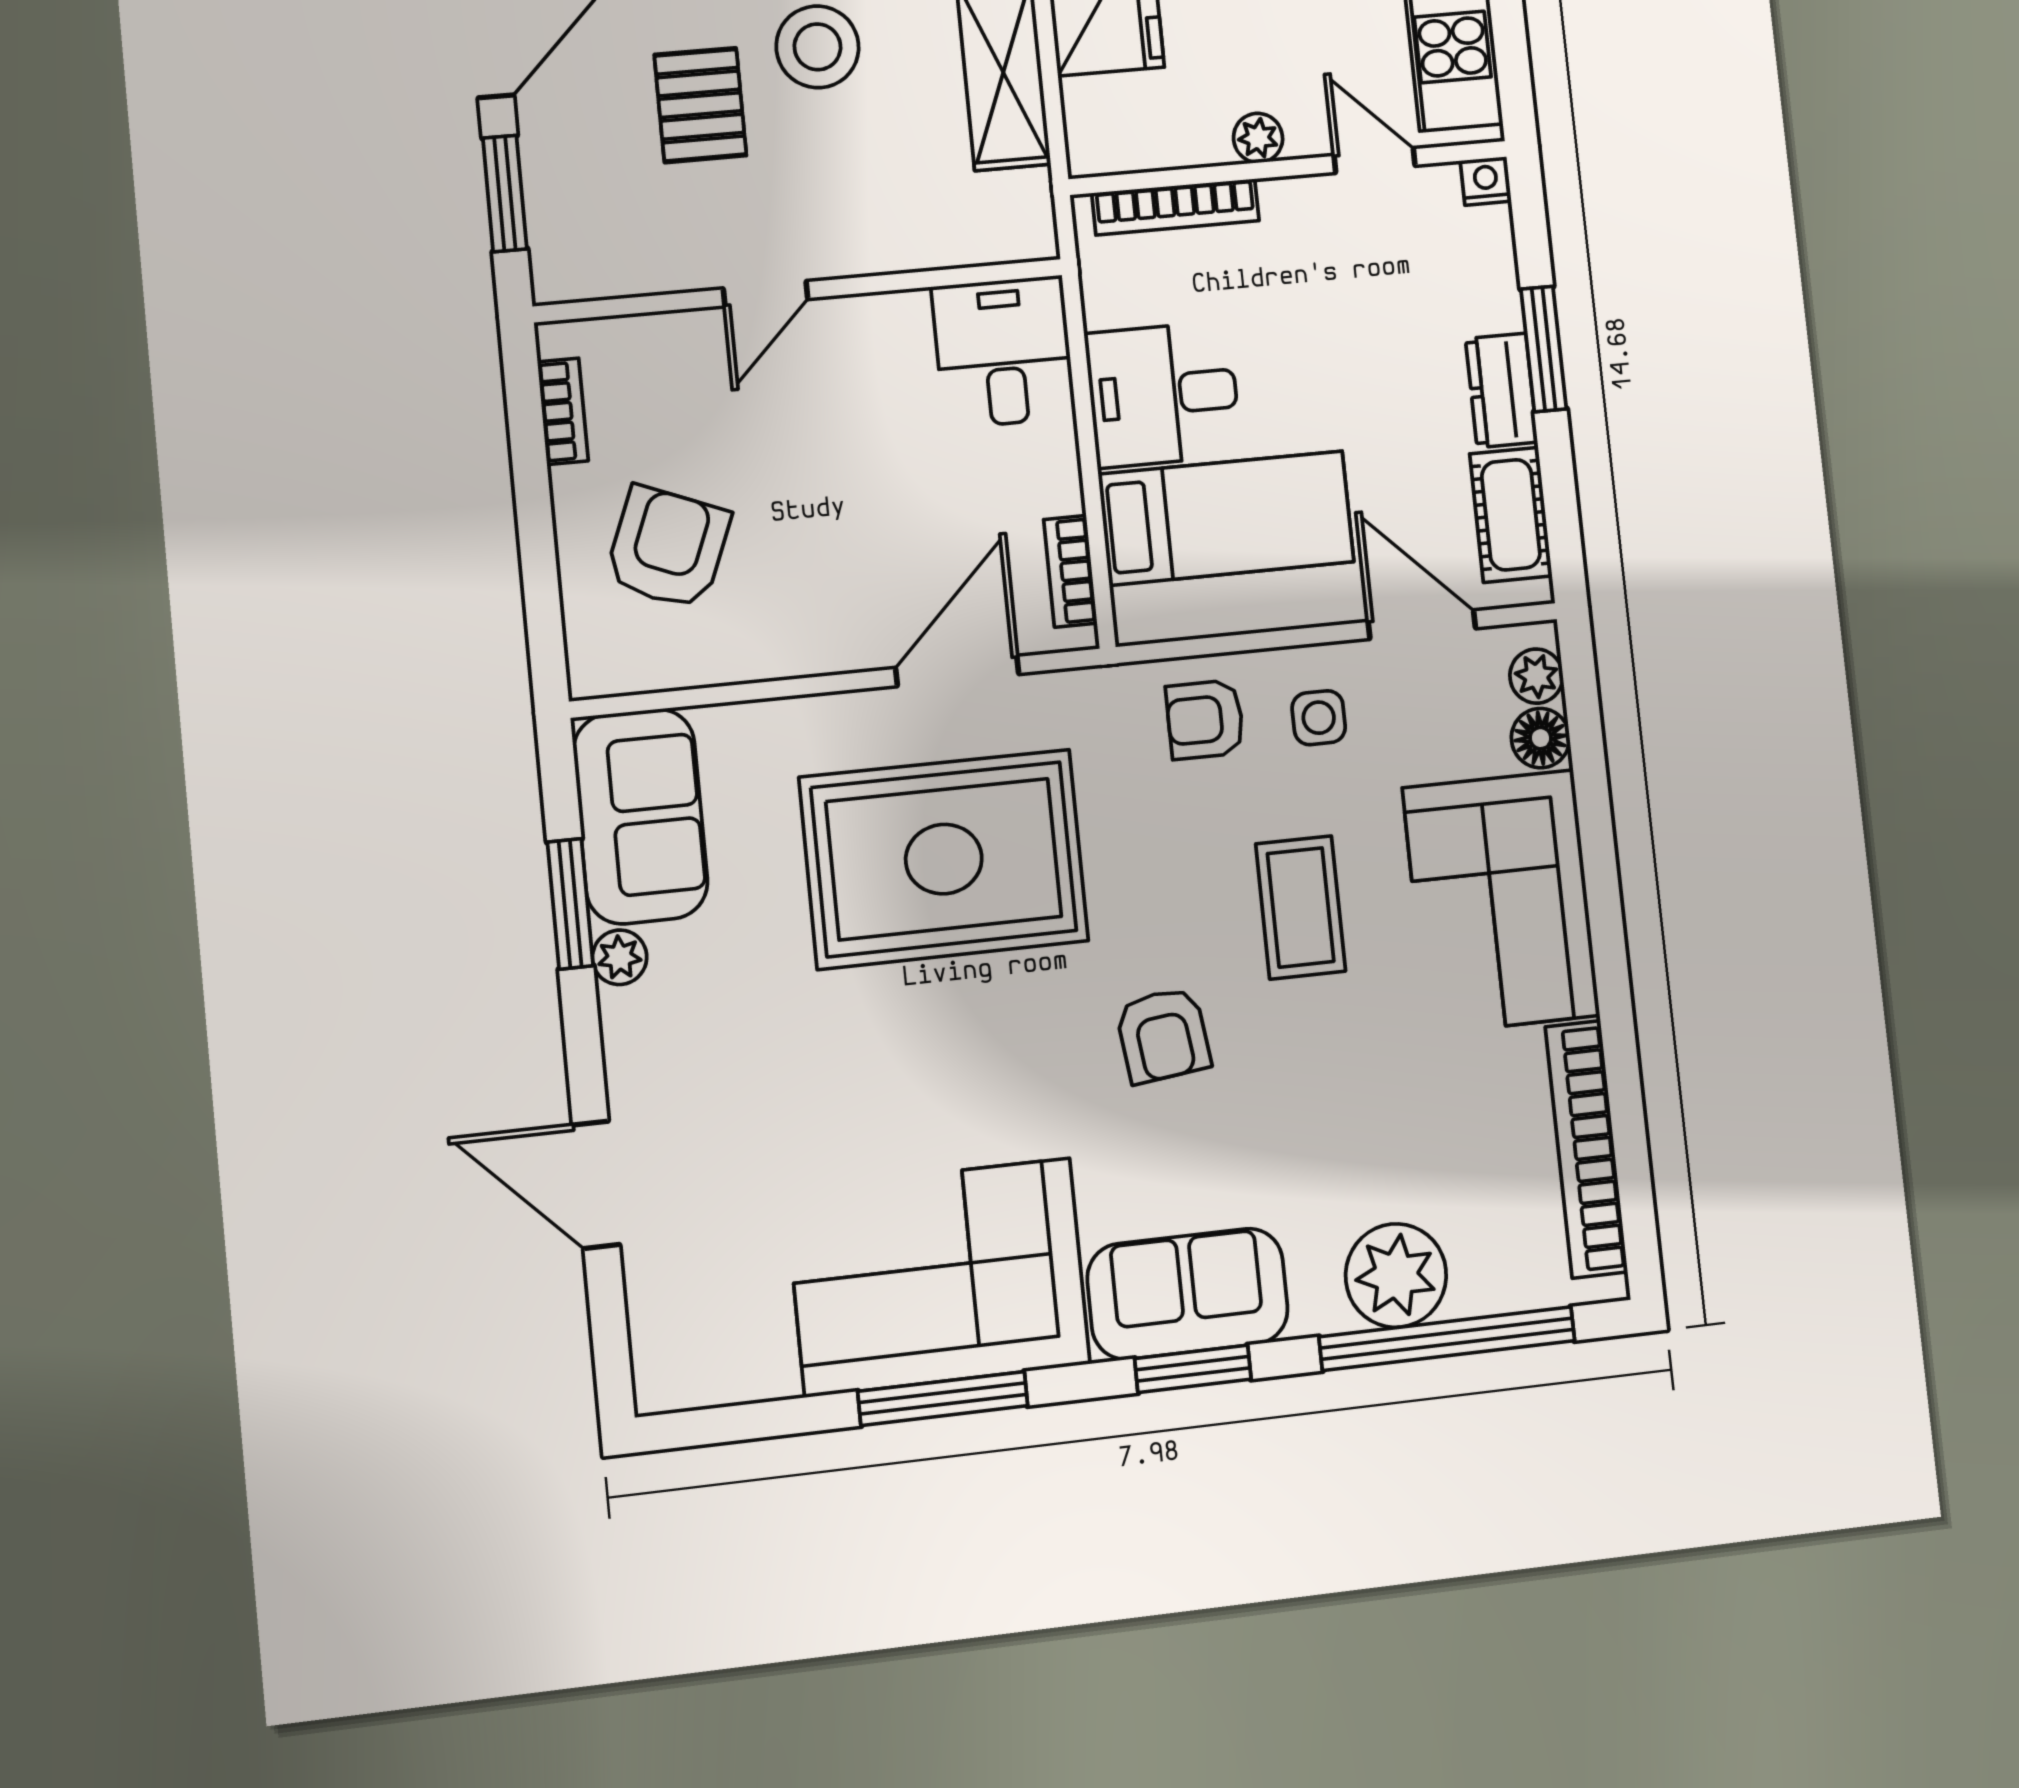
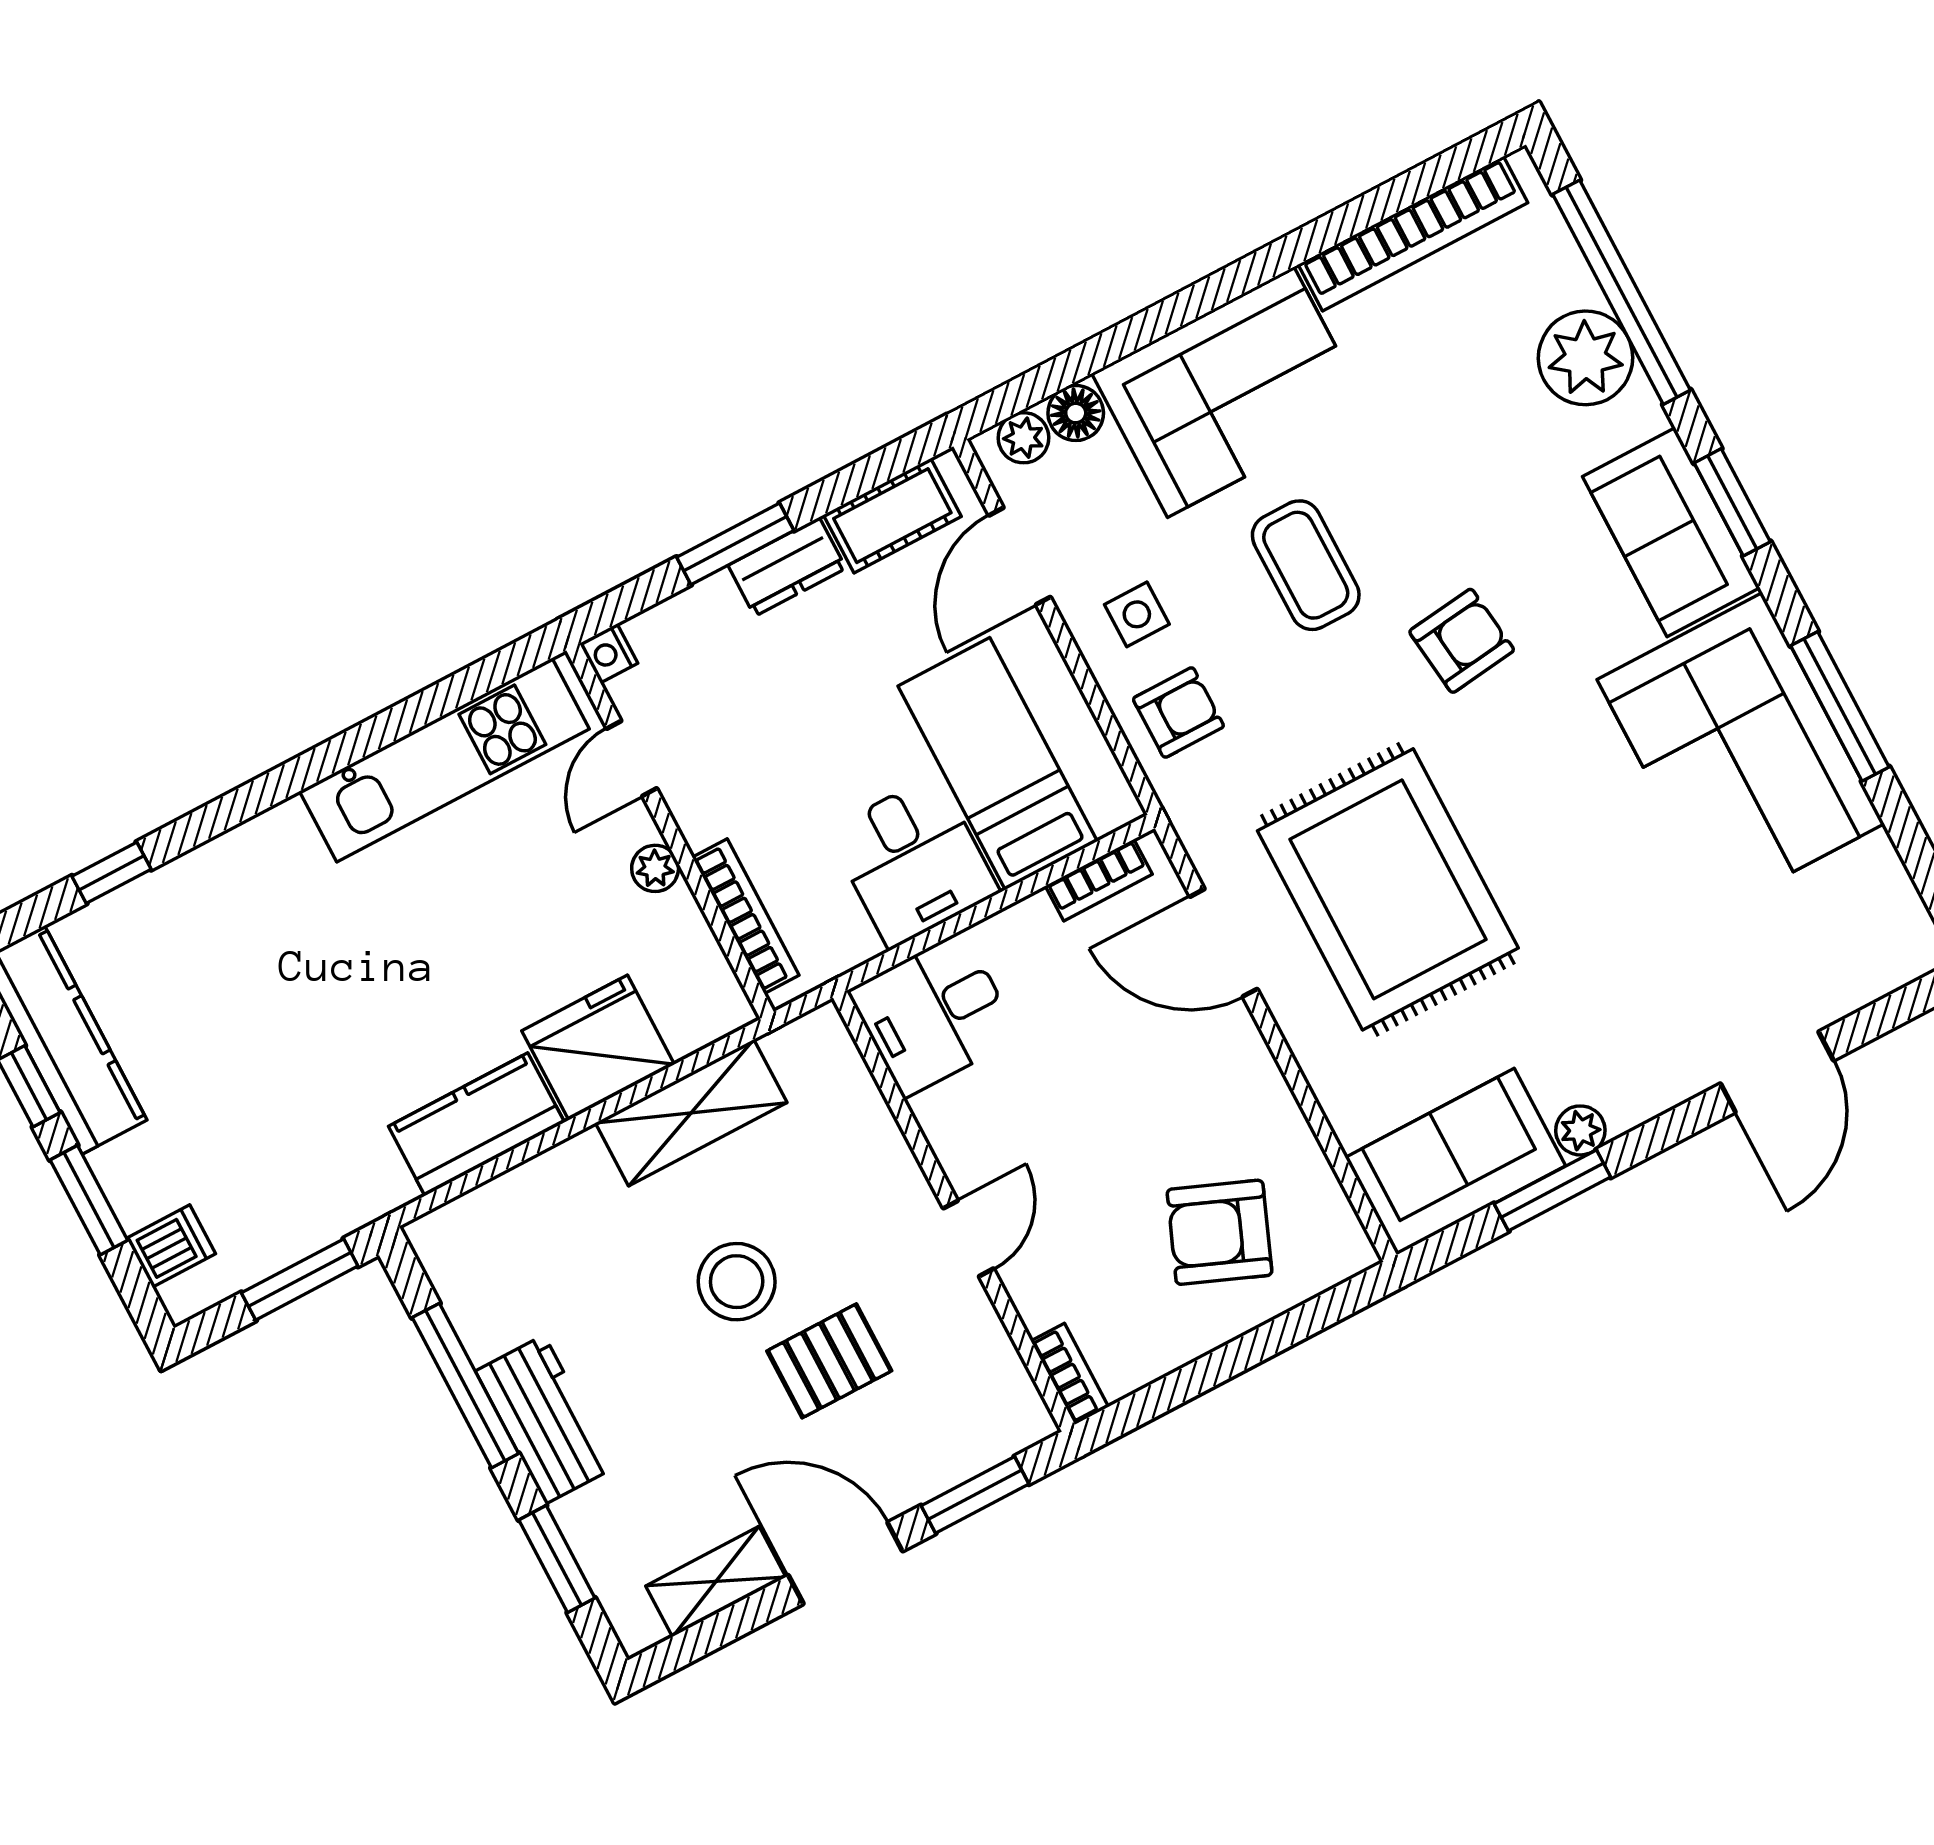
door: (766, 294) -> (968, 1238), hinge flipped
bookcase: (563, 411) -> (1070, 1374), moved, turned 90
armchair: (1205, 720) -> (1178, 713), turned -90
coffee table: (1301, 907) -> (1306, 565), turned 90

